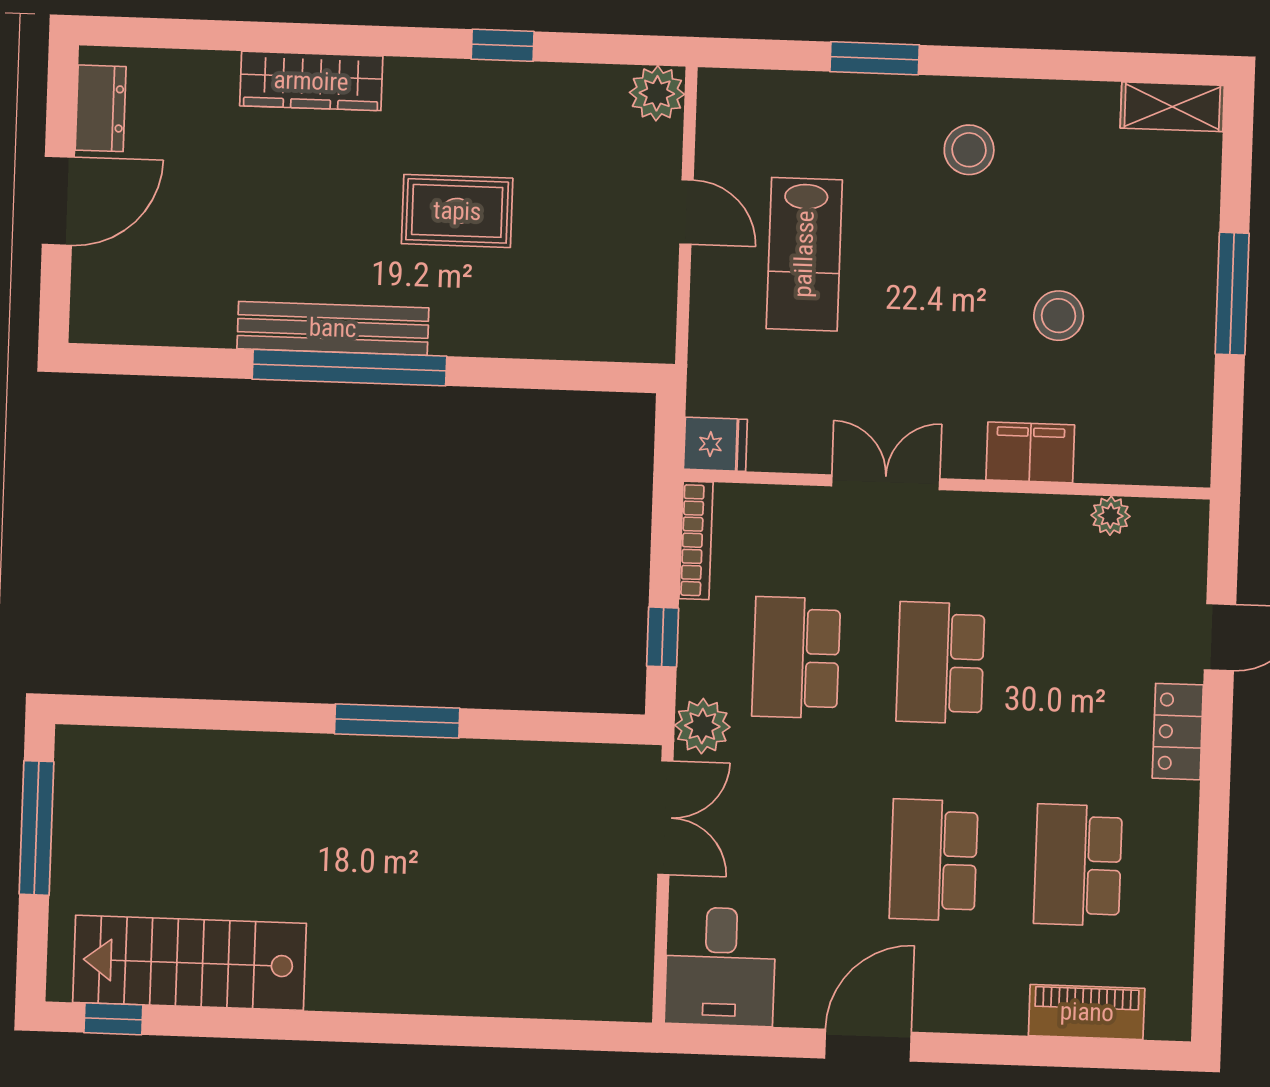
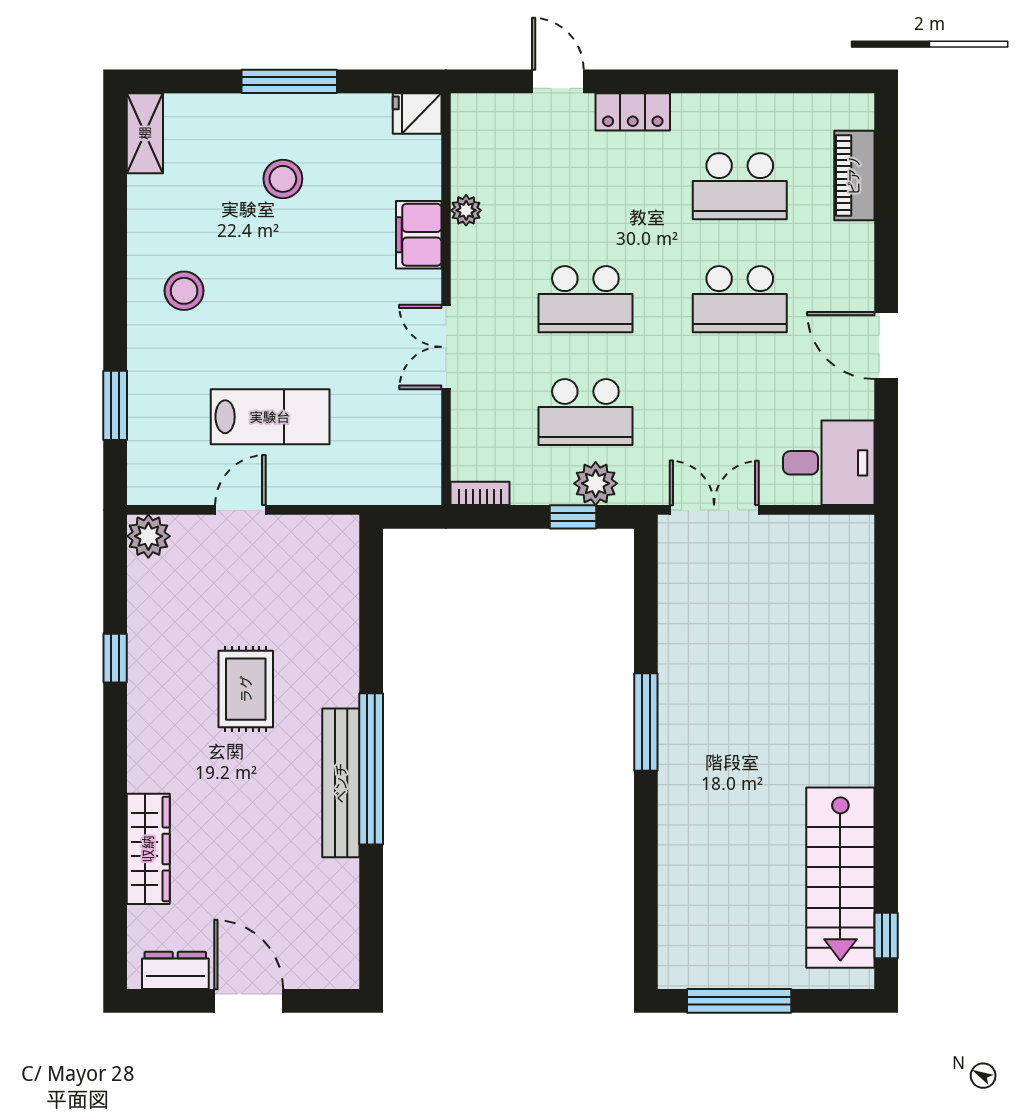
window: (875, 58) -> (115, 405), moved
wardrobe: (311, 81) -> (148, 849), moved
stool: (1059, 316) -> (283, 179), moved
fridge: (715, 444) -> (417, 113), moved, turned -90
plant: (1111, 516) -> (466, 210), moved
bookcase: (696, 540) -> (480, 493), width x0.64
plant: (702, 726) -> (596, 483), moved

